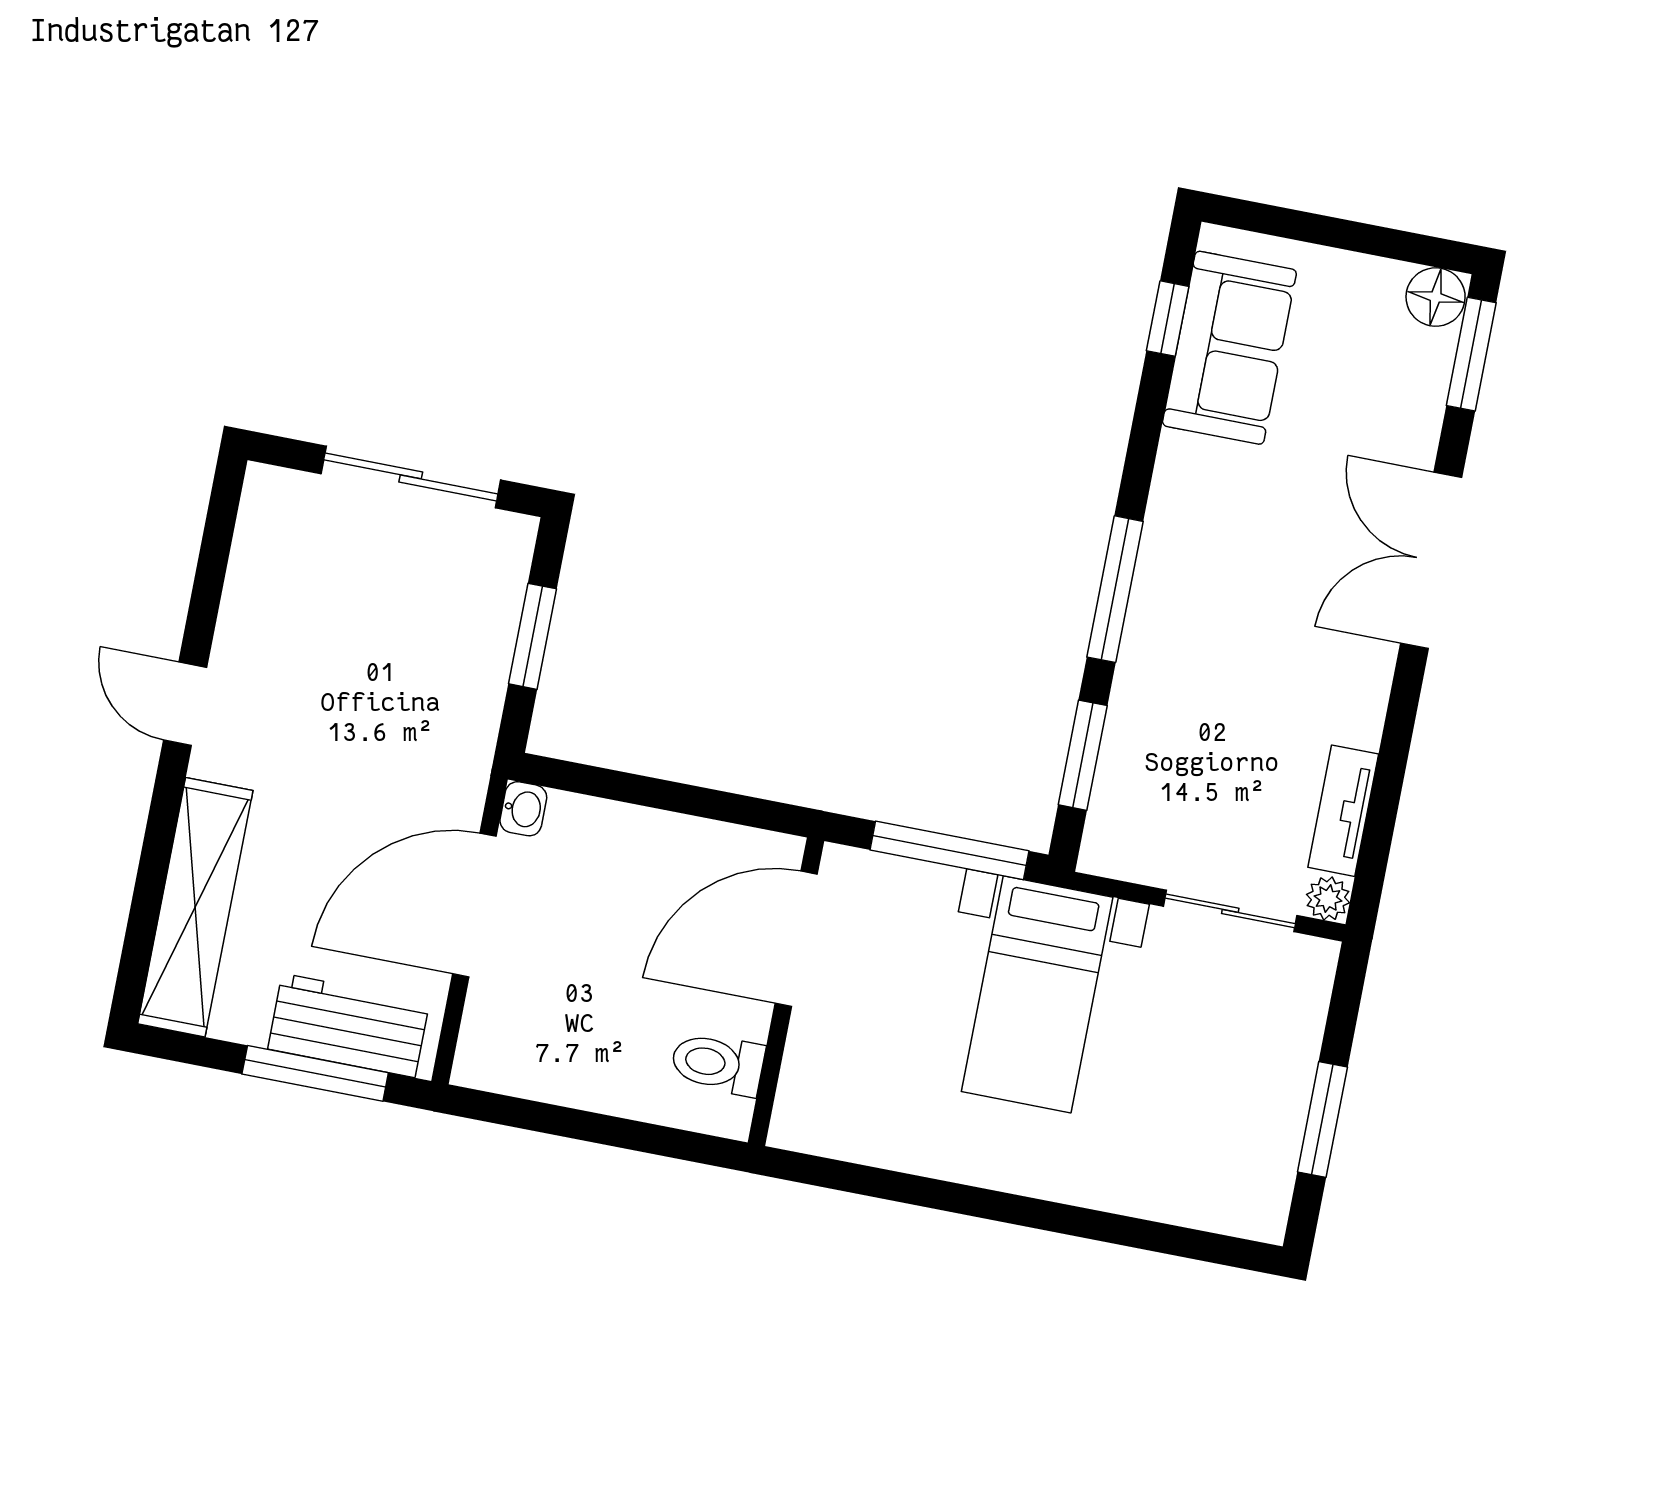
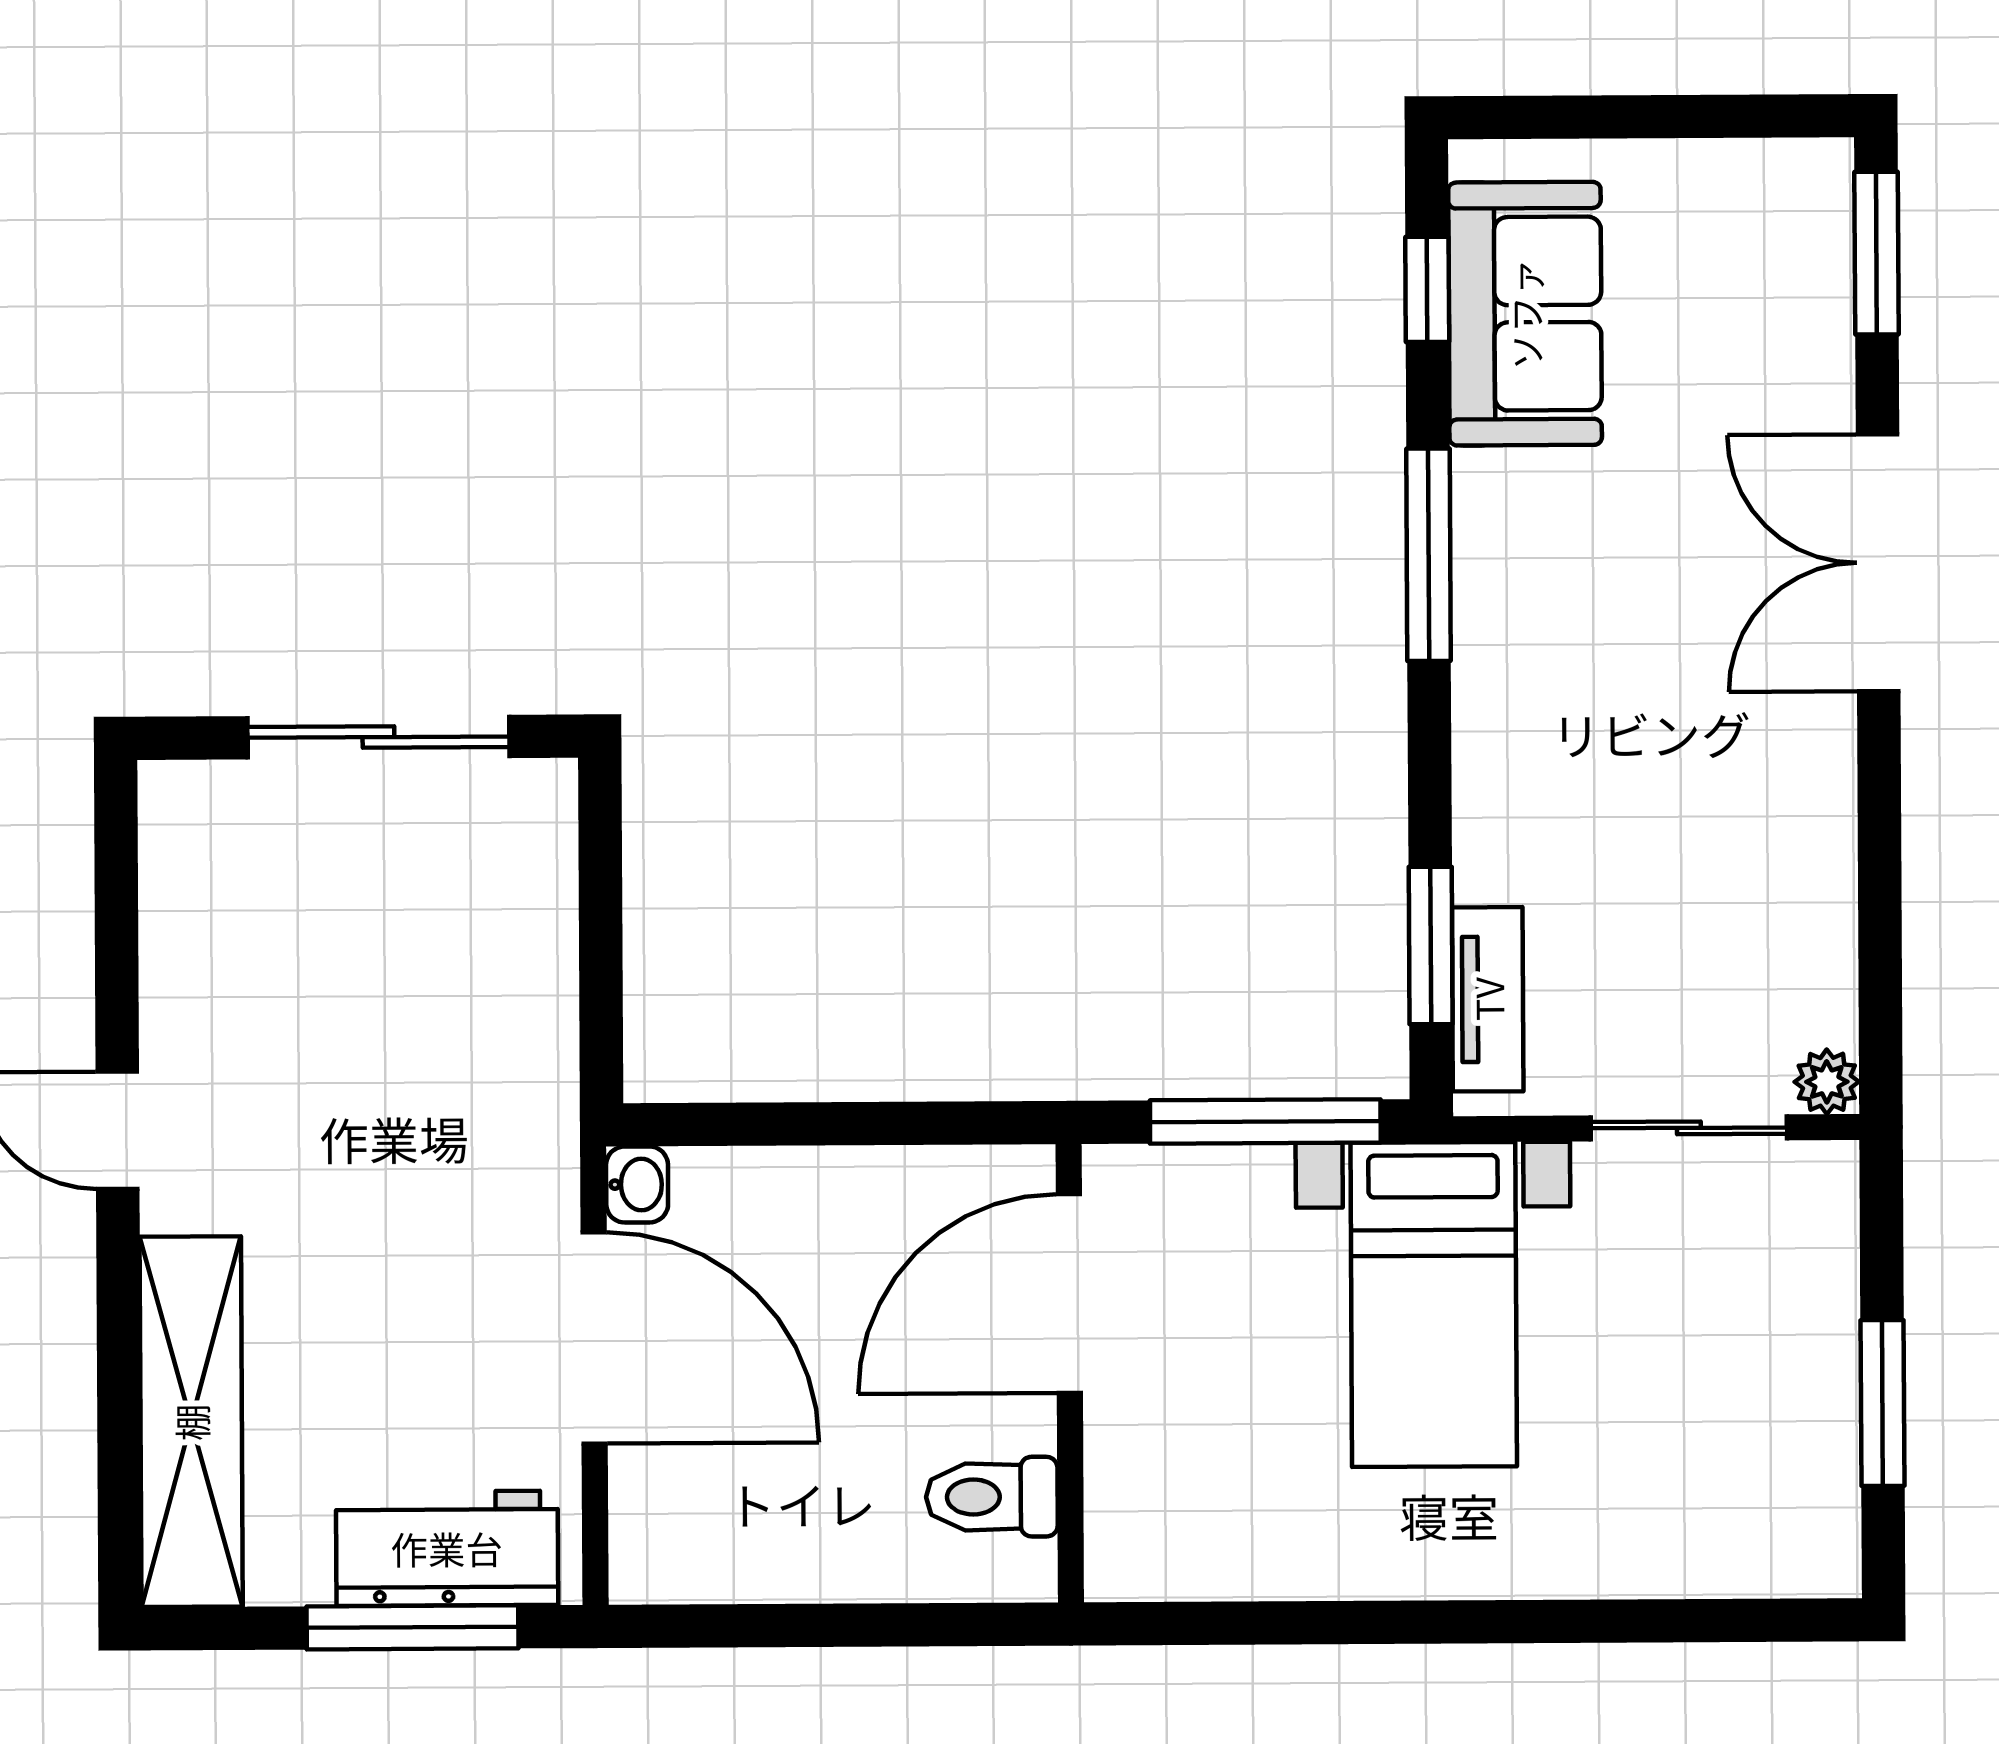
floor lamp: (1436, 297) -> (1809, 181), removed
window: (1115, 589) -> (1429, 555), moved
window: (533, 636) -> (601, 932), removed
tv unit: (1343, 811) -> (1488, 999), moved, turned 180
door: (474, 905) -> (594, 1338), swing flipped

